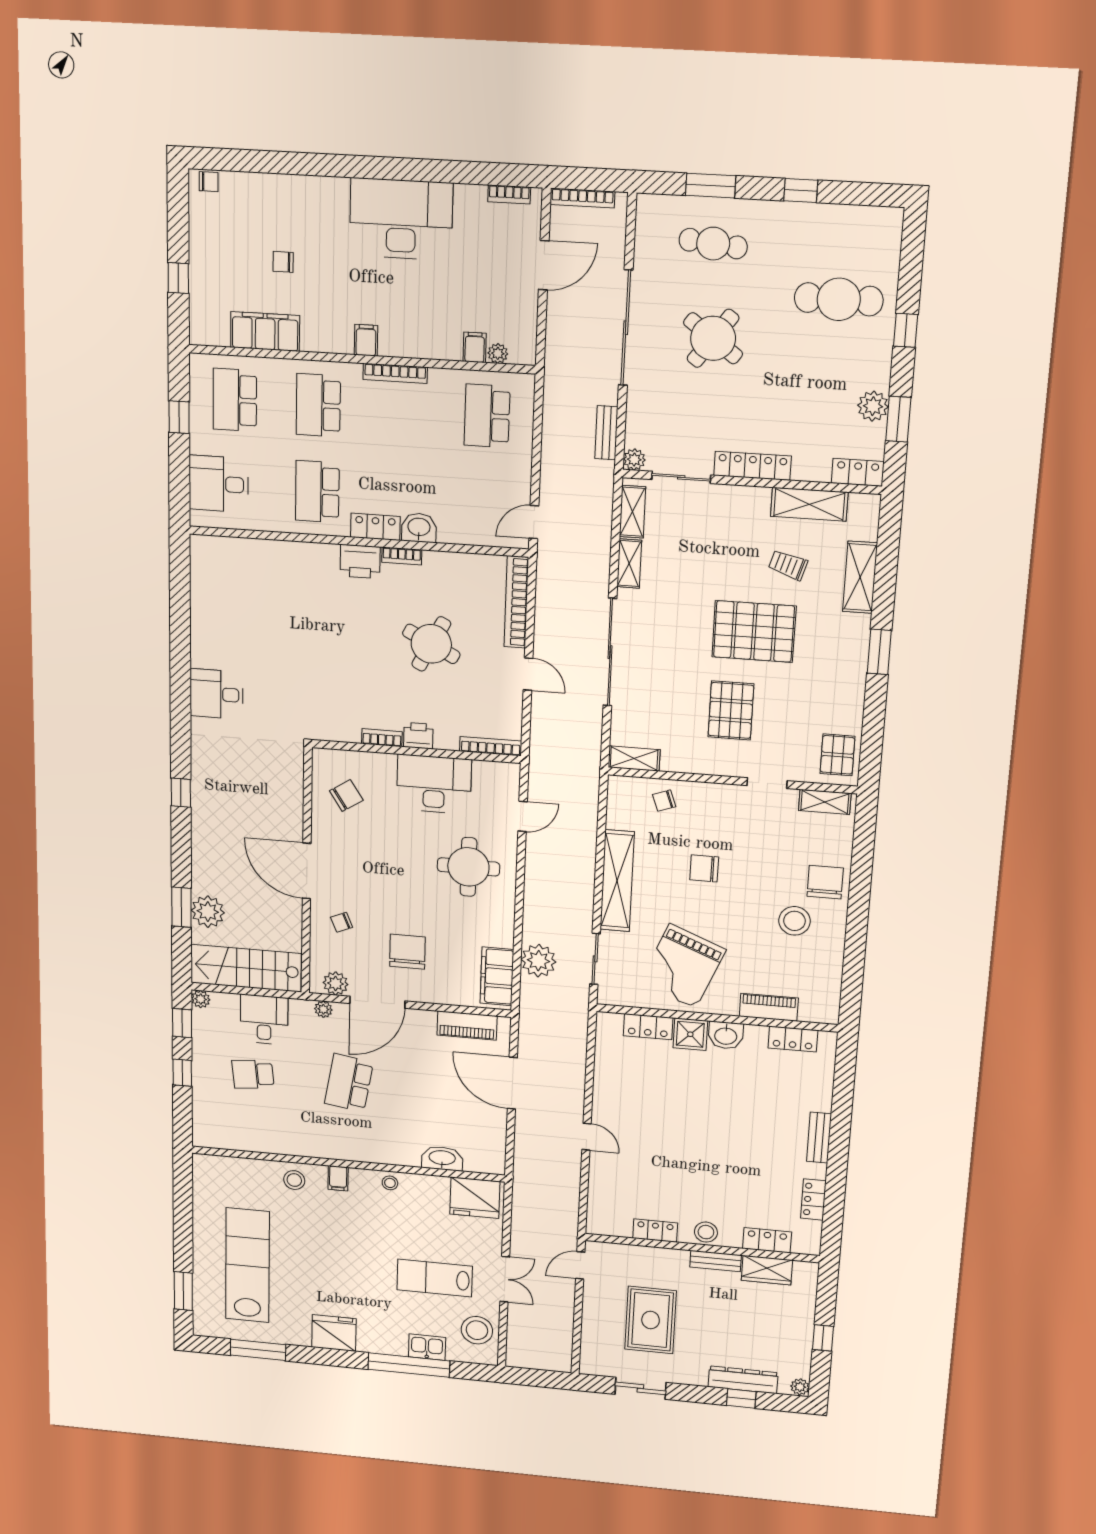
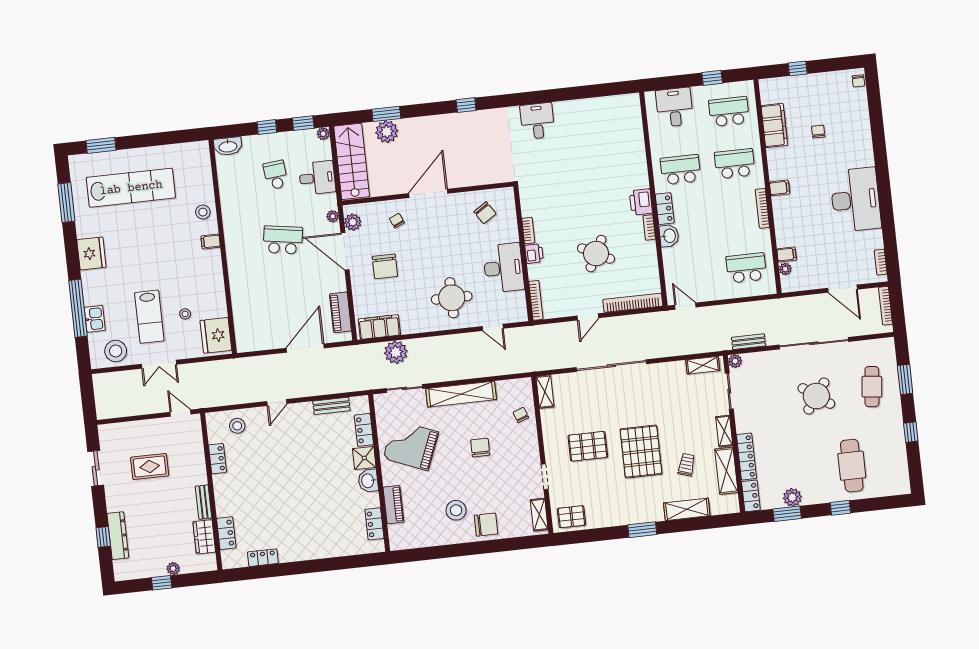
locker: (753, 466) -> (746, 456), moved
shelving: (629, 563) -> (724, 431), moved, turned 90
chair: (407, 952) -> (385, 266), turned 90
bench: (819, 1138) -> (331, 406), moved
washbasin: (442, 1158) -> (228, 146), moved, turned 90
stool: (390, 1183) -> (185, 314), moved
stool: (706, 1232) -> (237, 426), moved
lab bench: (435, 1278) -> (149, 317), turned 180
rug: (651, 1320) -> (150, 467), width x0.73, depth x0.70
plant: (800, 1387) -> (173, 569), moved

